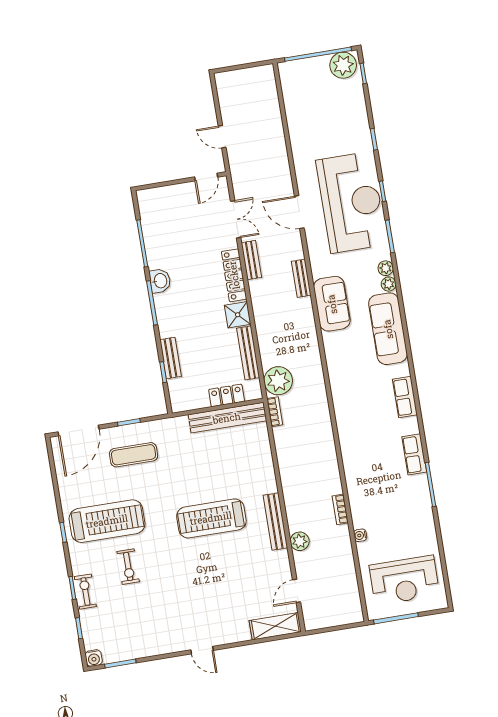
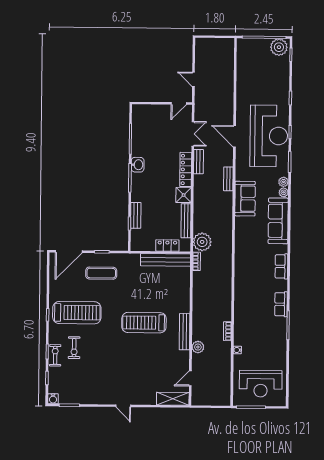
exercise bike: (128, 567) -> (74, 348), moved

